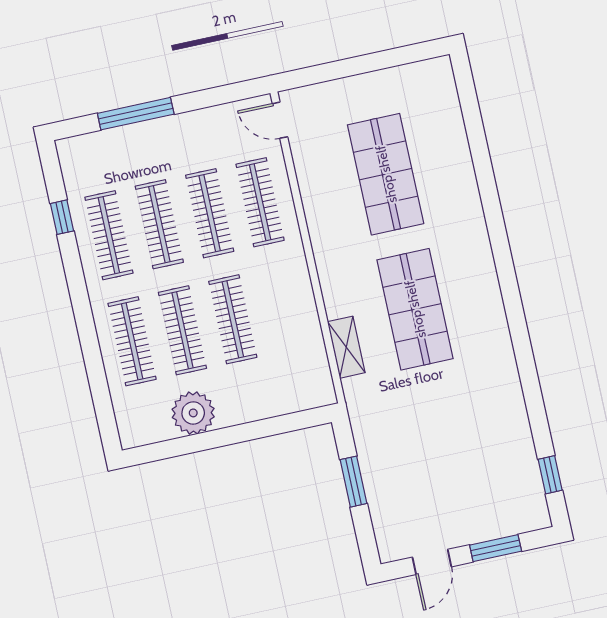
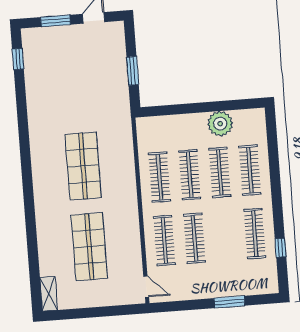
window: (136, 114) -> (229, 302), width x0.69
clothes rail: (159, 224) -> (159, 177), moved
shelving: (346, 347) -> (49, 294), moved

